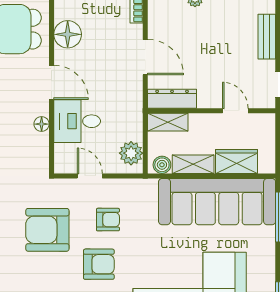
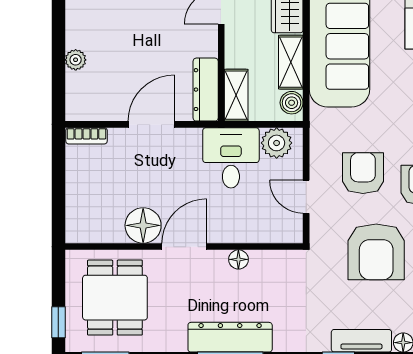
floor lamp: (68, 34) -> (143, 225), moved
desk: (77, 121) -> (231, 158), moved, turned 180
door: (90, 176) -> (306, 197), hinge flipped
armchair: (108, 220) -> (363, 173), width x1.38, depth x1.38

